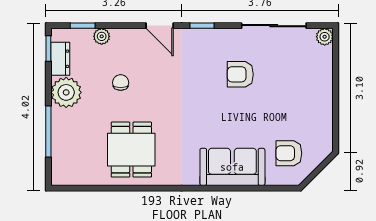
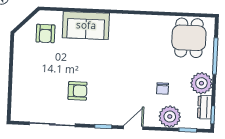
door: (160, 26) -> (133, 128), hinge flipped
plant: (102, 36) -> (170, 117), width x1.88, depth x1.88
plant: (325, 37) -> (17, 115), removed
dining table: (131, 150) -> (189, 38), moved
armchair: (289, 153) -> (45, 33), turned 90

